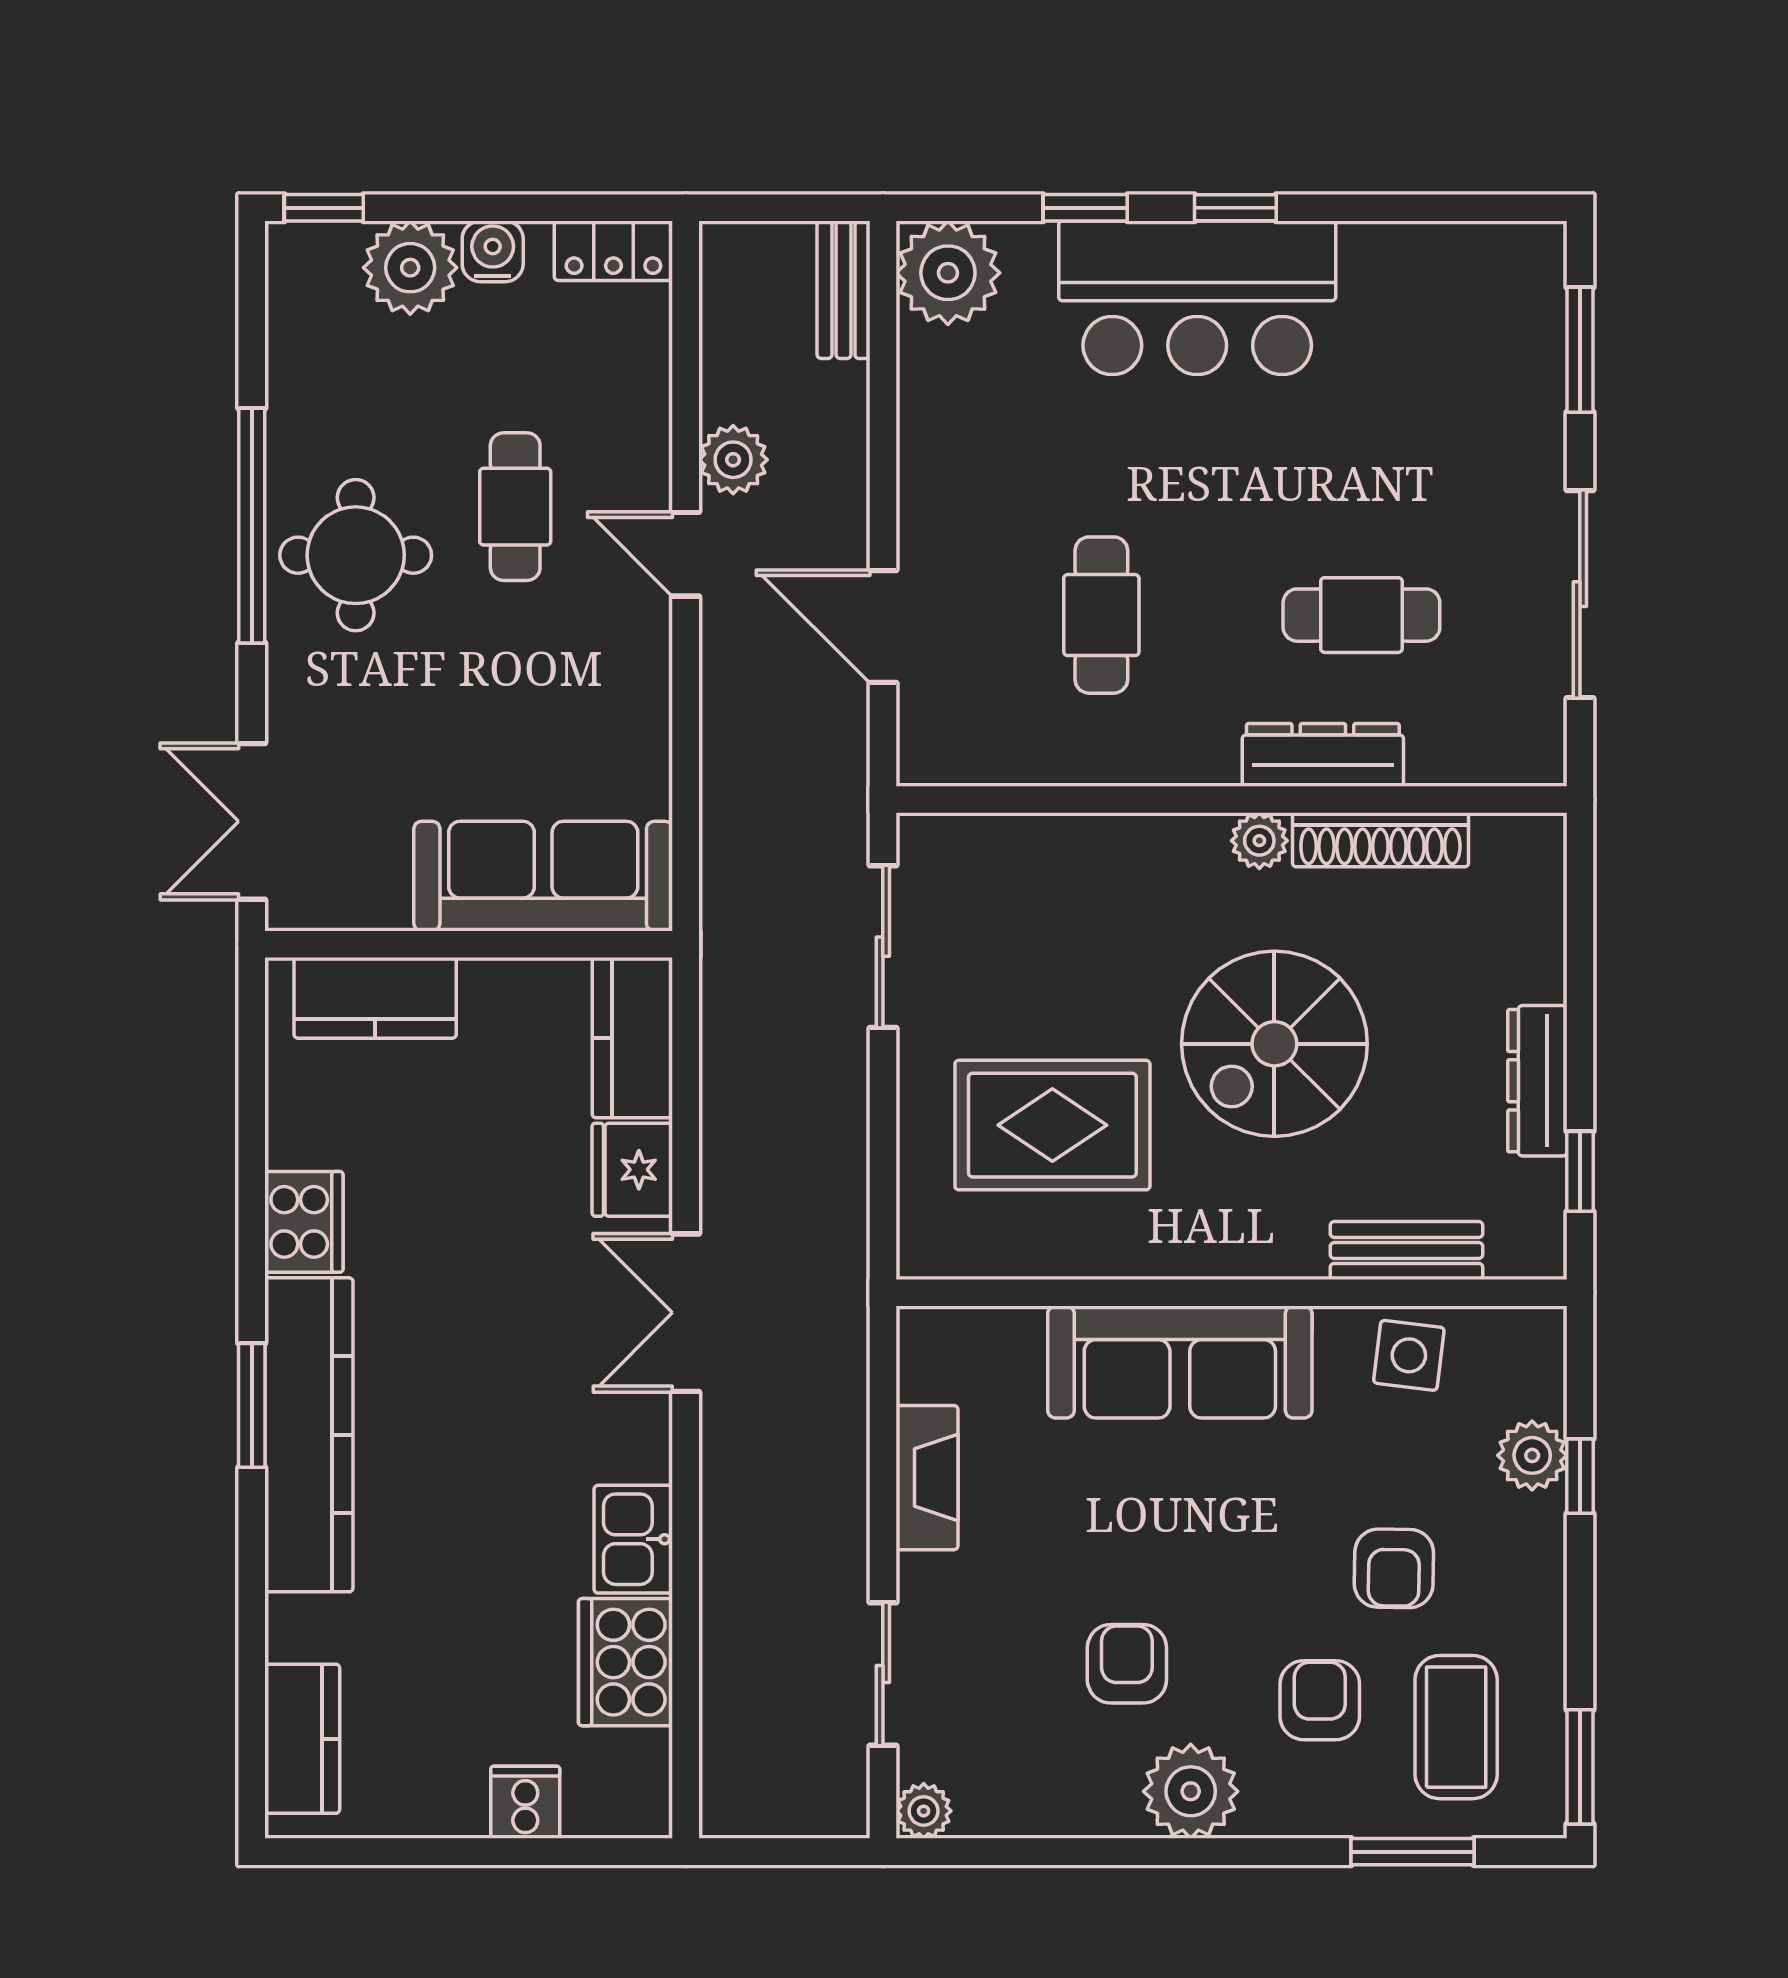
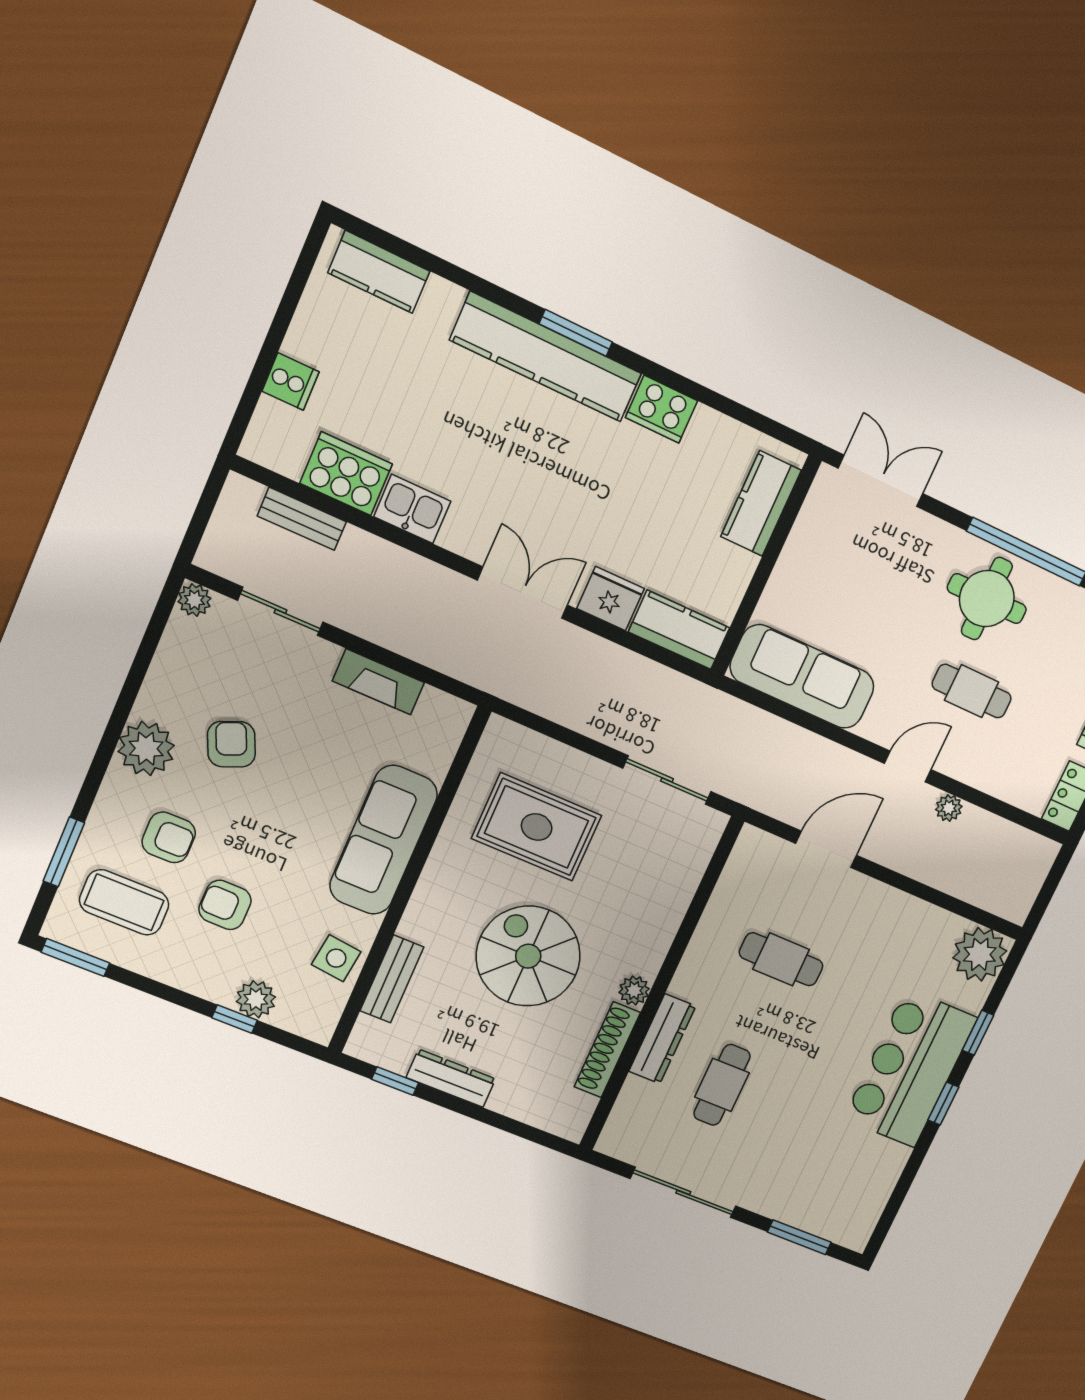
bench: (843, 290) -> (302, 519), moved
plant: (733, 460) -> (949, 808), width x0.73, depth x0.73
sofa: (543, 876) -> (802, 677), moved, turned -90
rug: (1052, 1125) -> (537, 827), turned 90
armchair: (1127, 1664) -> (231, 744), turned -113

